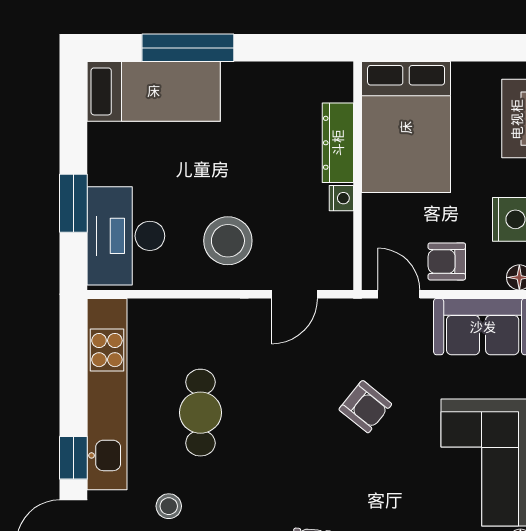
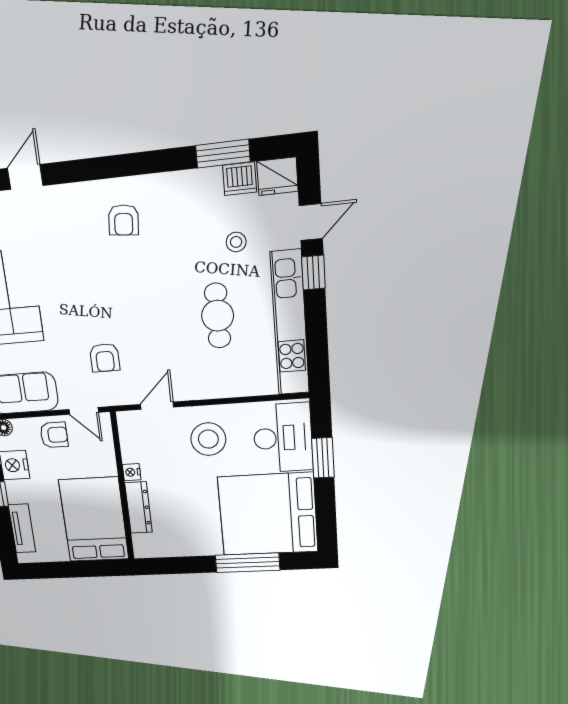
bed: (154, 91) -> (268, 514), width x2.04
armchair: (365, 407) -> (105, 358), moved, turned -129

